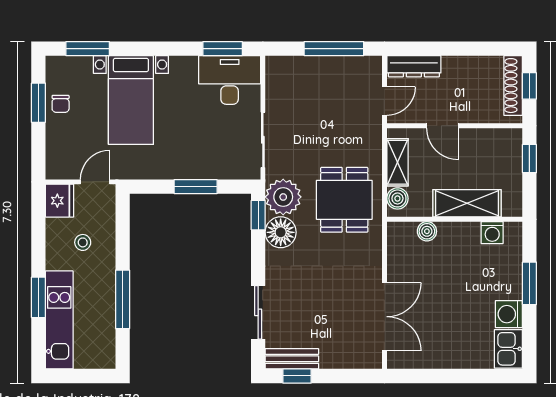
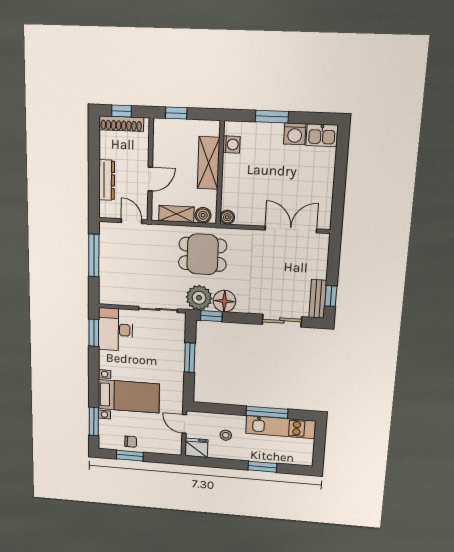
dresser: (414, 66) -> (107, 180), moved
boiler: (427, 231) -> (227, 217), moved
kitchen unit: (59, 320) -> (281, 427), moved, turned 180

